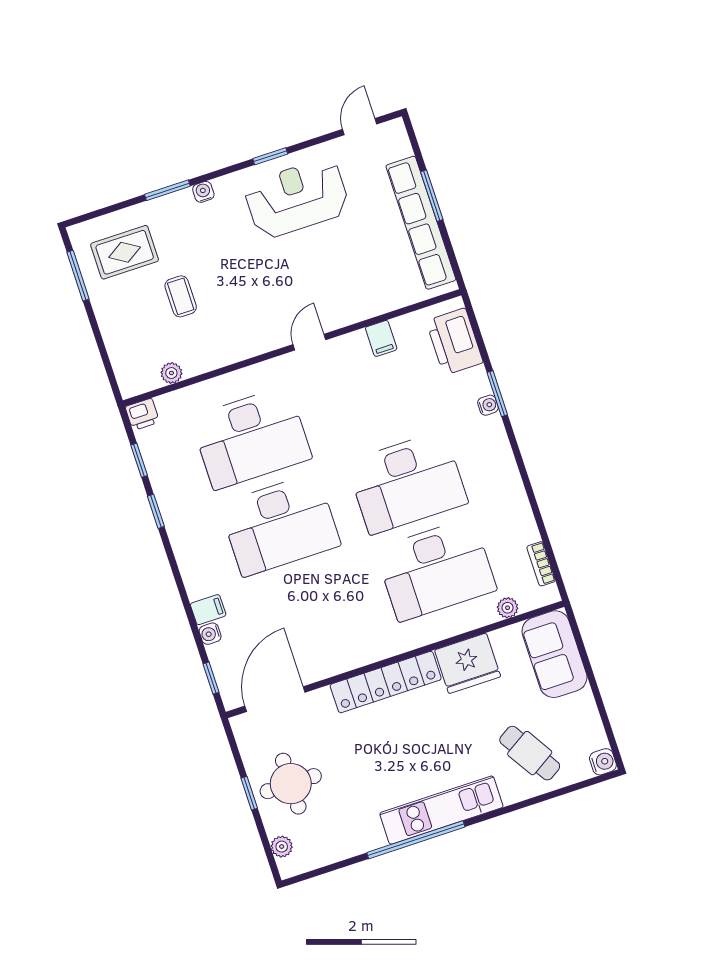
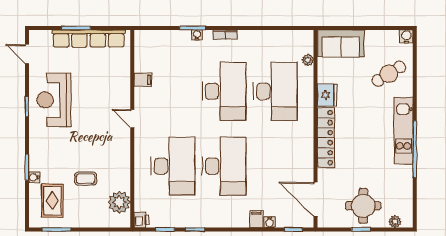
water cooler: (203, 192) -> (34, 177), moved
printer: (455, 342) -> (158, 41), removed
plant: (171, 373) -> (119, 202), width x1.88, depth x1.88
bookcase: (541, 564) -> (225, 35), moved
fridge: (468, 663) -> (327, 95), width x0.73, depth x0.75

